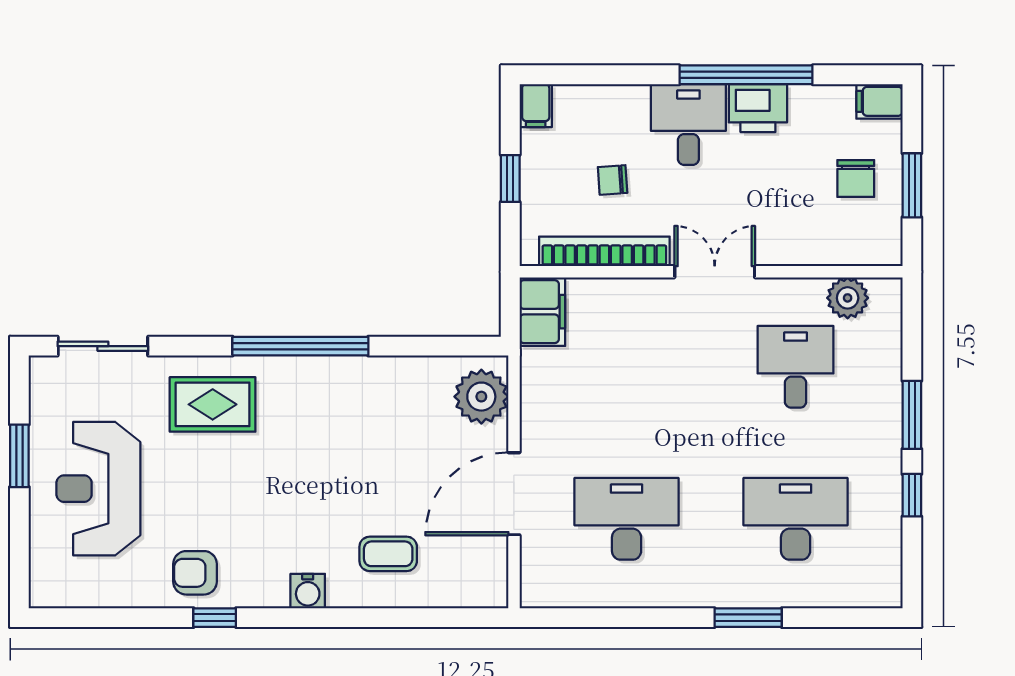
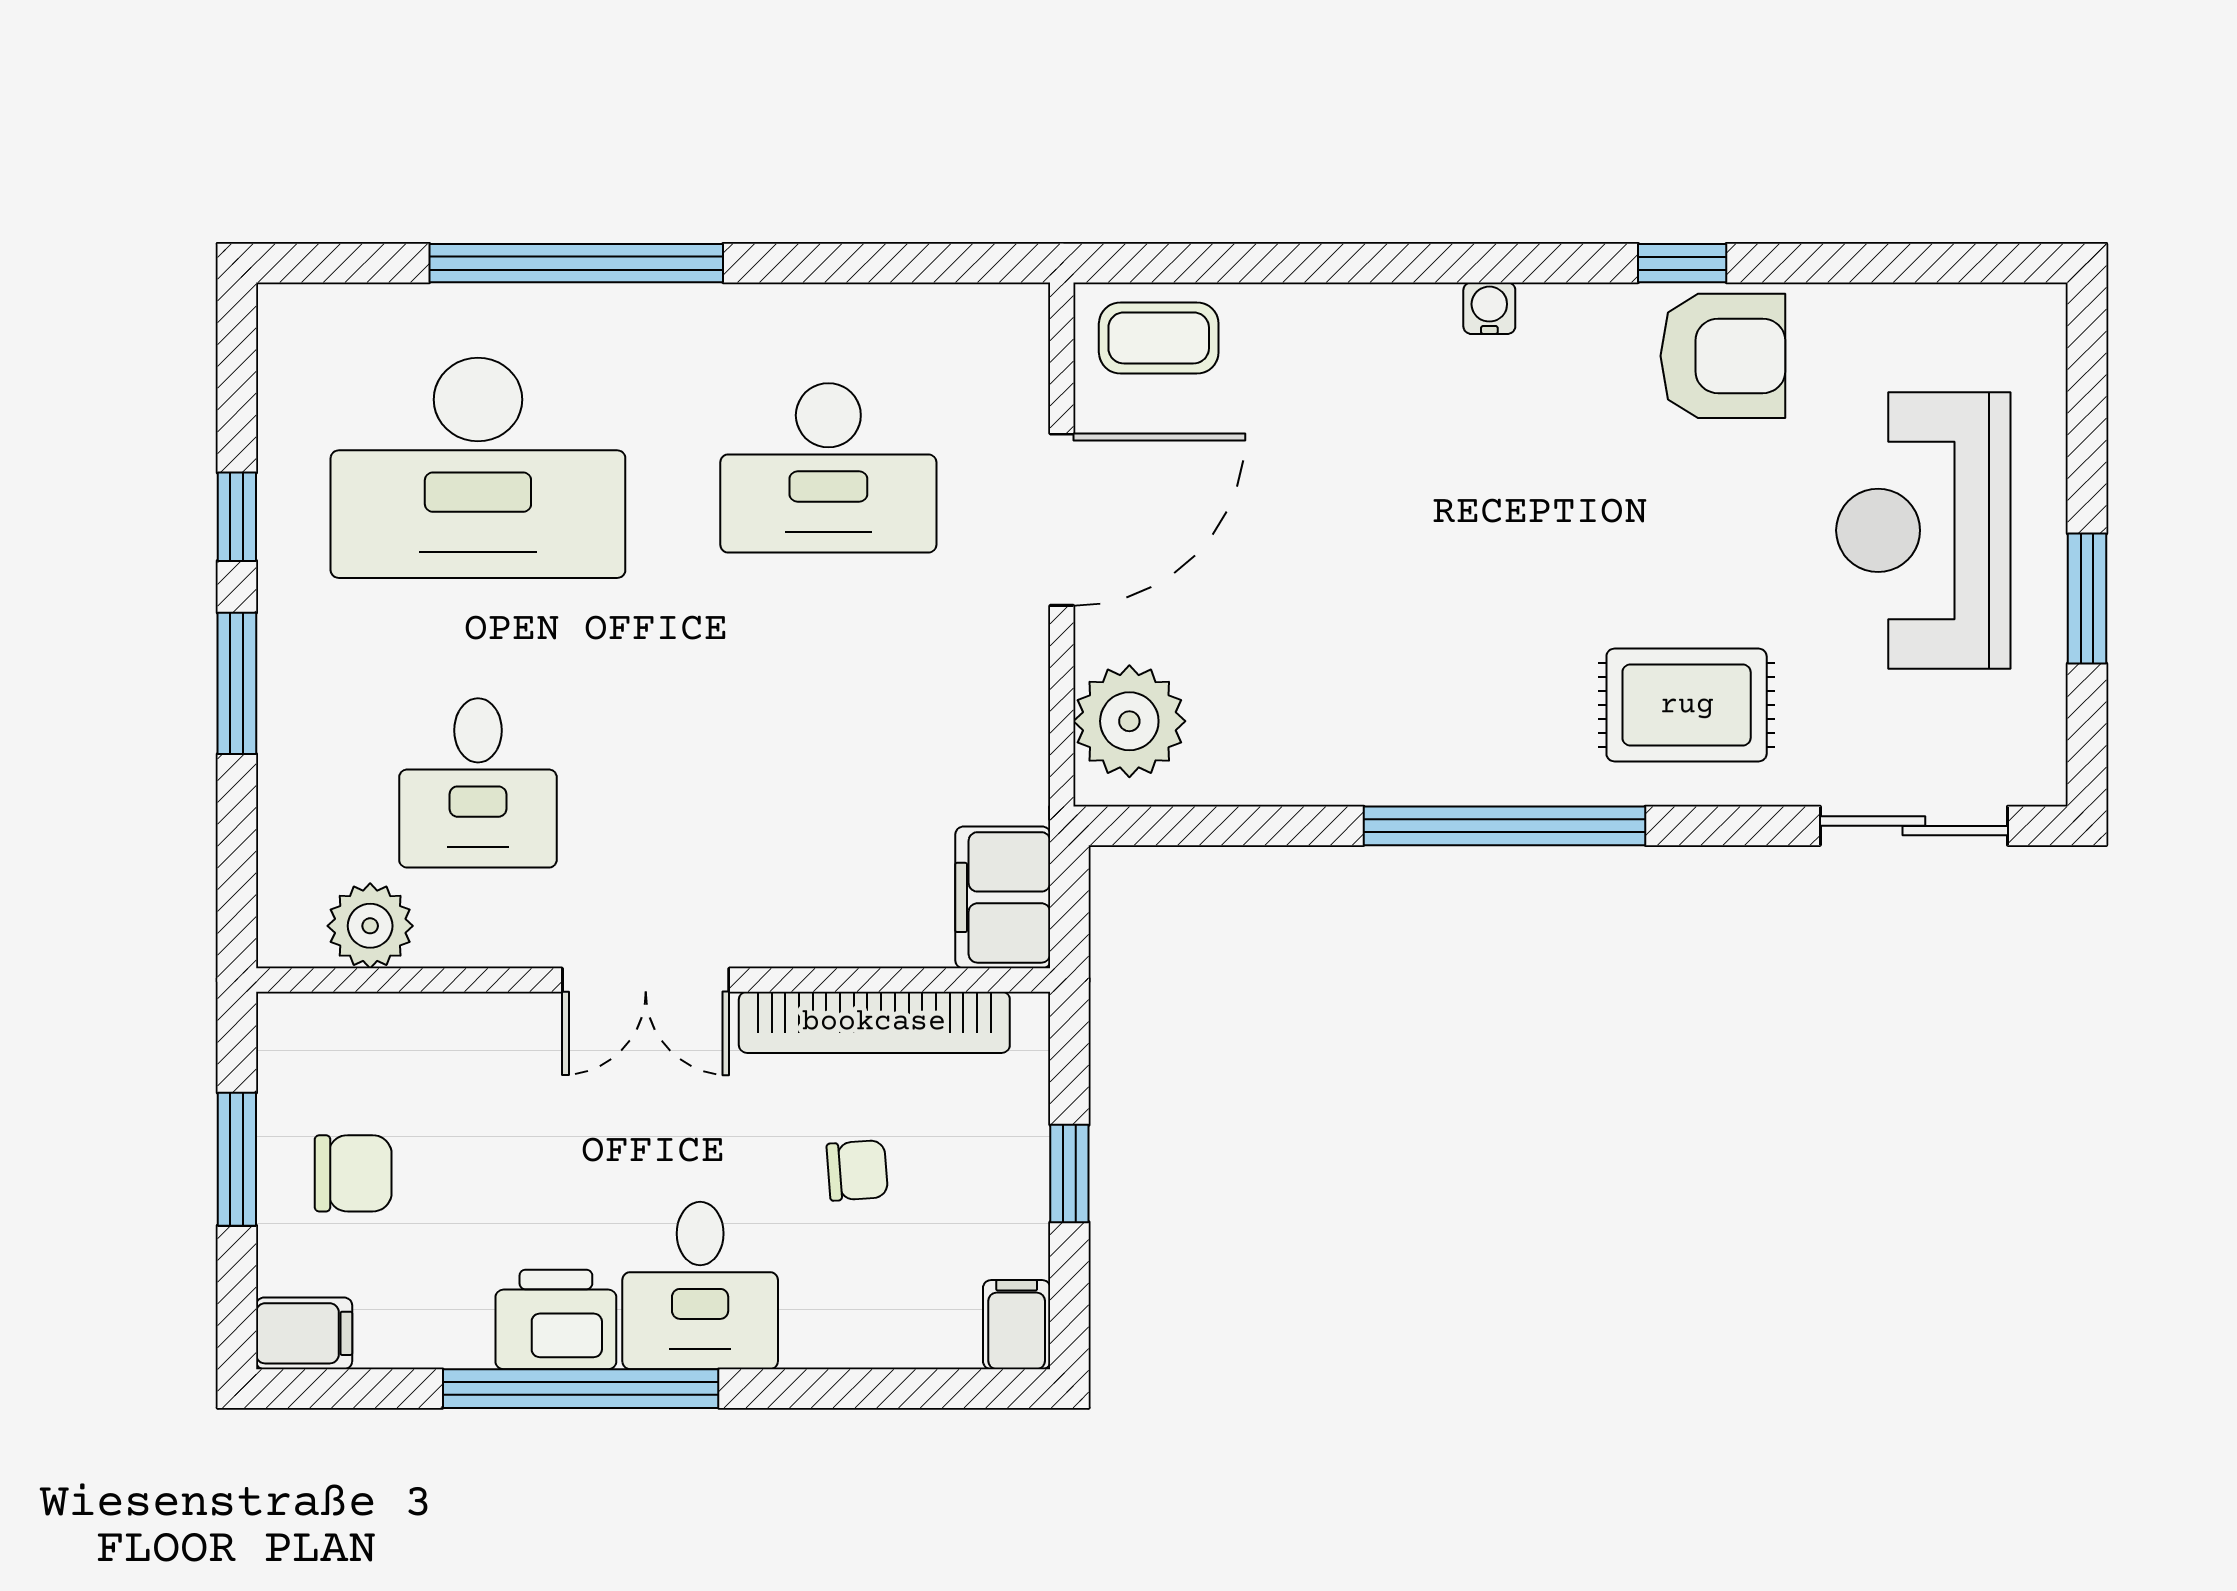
chair: (856, 179) -> (353, 1173), turned 90
reception desk: (98, 489) -> (1923, 530), turned 180
desk: (796, 519) -> (478, 468), width x1.36, depth x1.30
coffee table: (388, 554) -> (1159, 338), moved
armchair: (195, 573) -> (1723, 356), width x1.38, depth x1.38
water cooler: (308, 591) -> (1489, 308), width x0.72, depth x0.72
window: (748, 618) -> (576, 263), width x2.11

